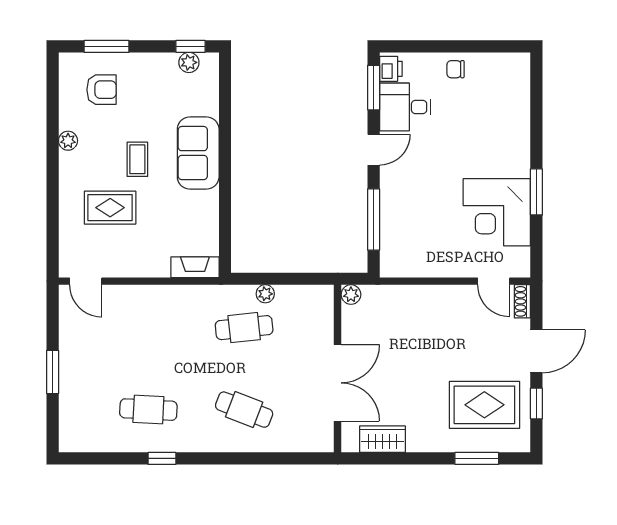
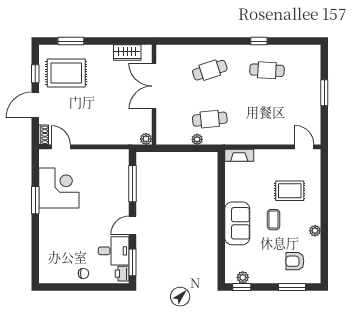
cafe table: (244, 410) -> (210, 70), turned -39

